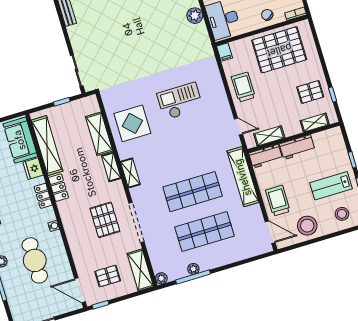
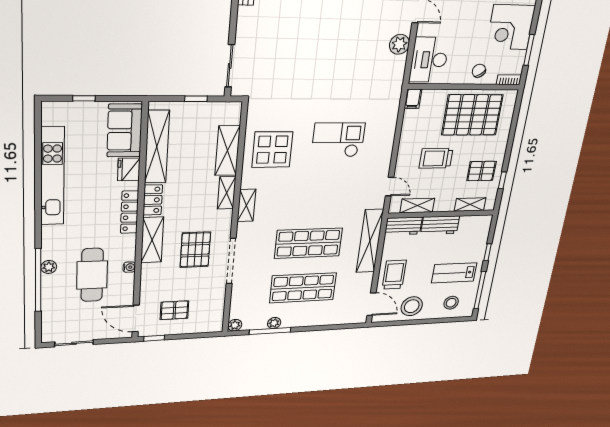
trolley: (243, 87) -> (436, 158), moved, turned -90
locker: (43, 196) -> (130, 212), width x1.53
water cooler: (54, 226) -> (129, 267), moved
shelving: (140, 270) -> (152, 240), moved

